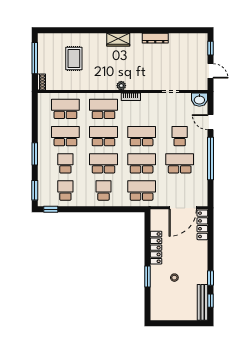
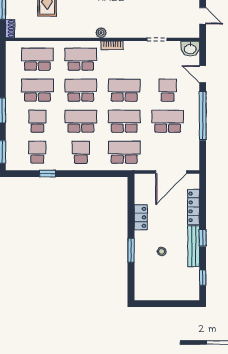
window: (51, 209) -> (48, 174), moved
locker: (202, 225) -> (194, 207), moved
locker: (156, 248) -> (141, 217), width x0.66
window: (210, 278) -> (203, 238), moved
bench: (202, 302) -> (194, 246), moved

